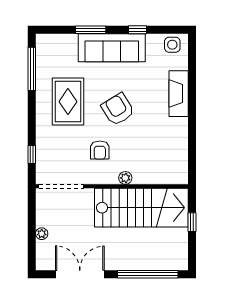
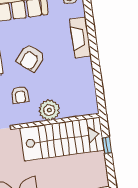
armchair: (118, 109) -> (31, 58), turned -109
plant: (125, 178) -> (49, 110), width x1.88, depth x1.88

